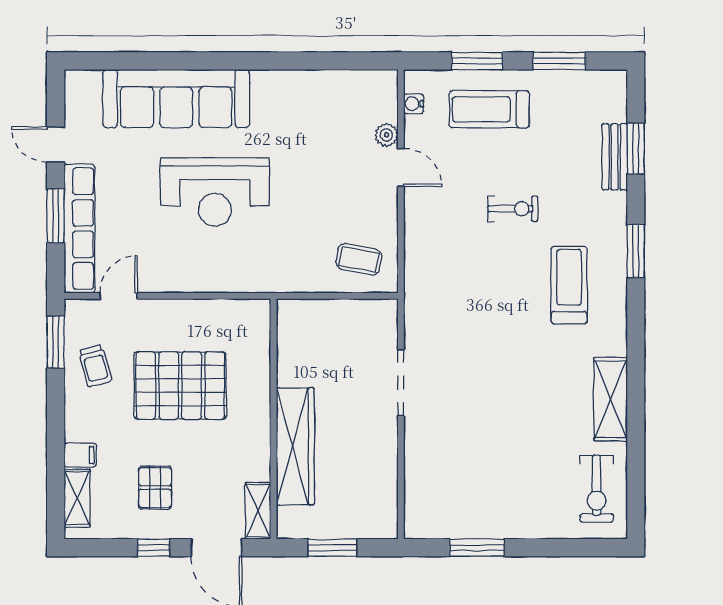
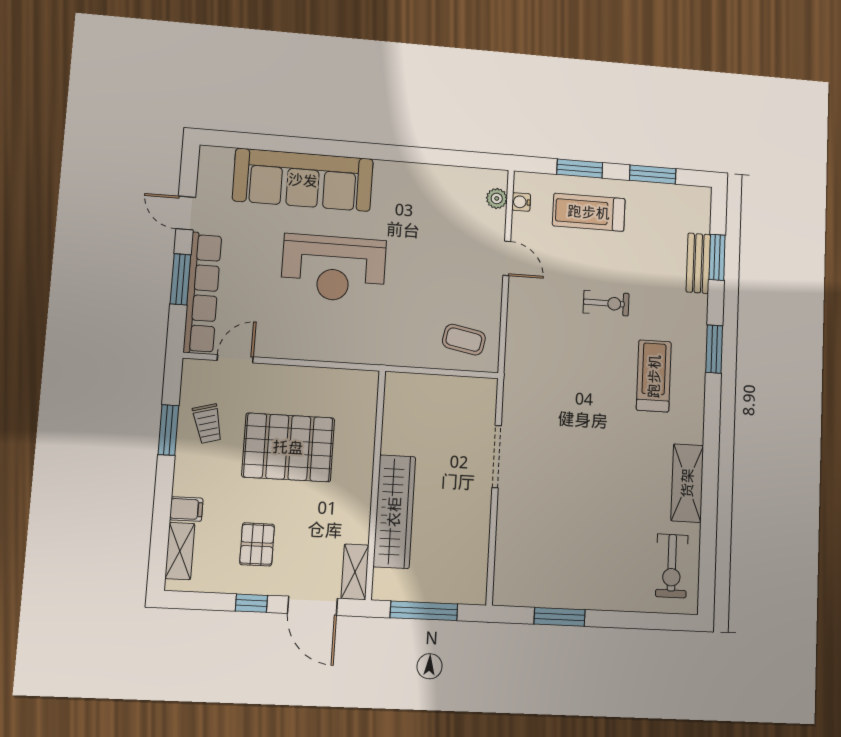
plant: (386, 135) -> (497, 198), moved
window: (56, 342) -> (168, 430), moved
window: (332, 548) -> (424, 611), width x1.44

